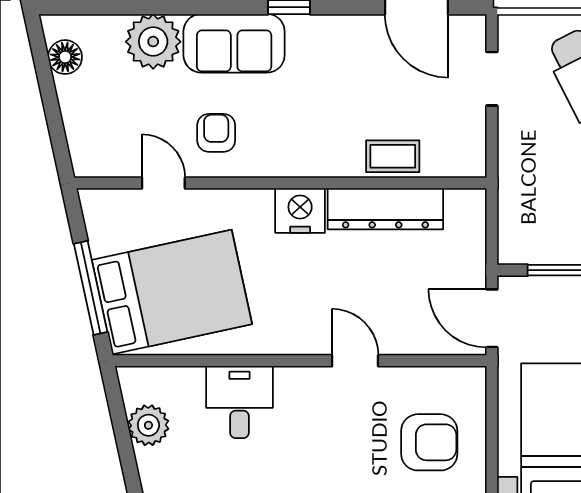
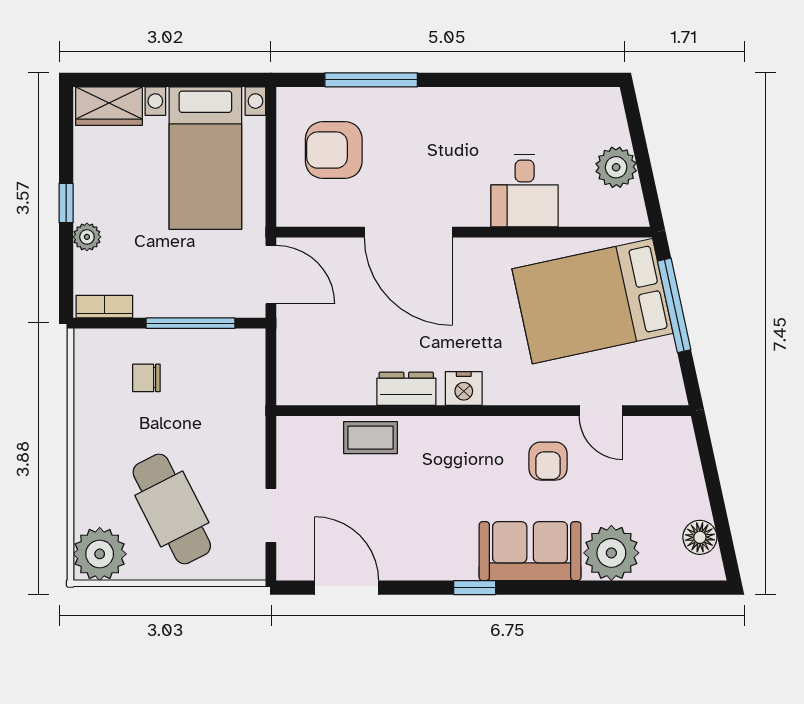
dresser: (385, 209) -> (406, 389), width x0.51, depth x0.80
nightstand: (300, 211) -> (464, 389), width x0.74, depth x0.75
door: (355, 361) -> (408, 232), width x1.87

